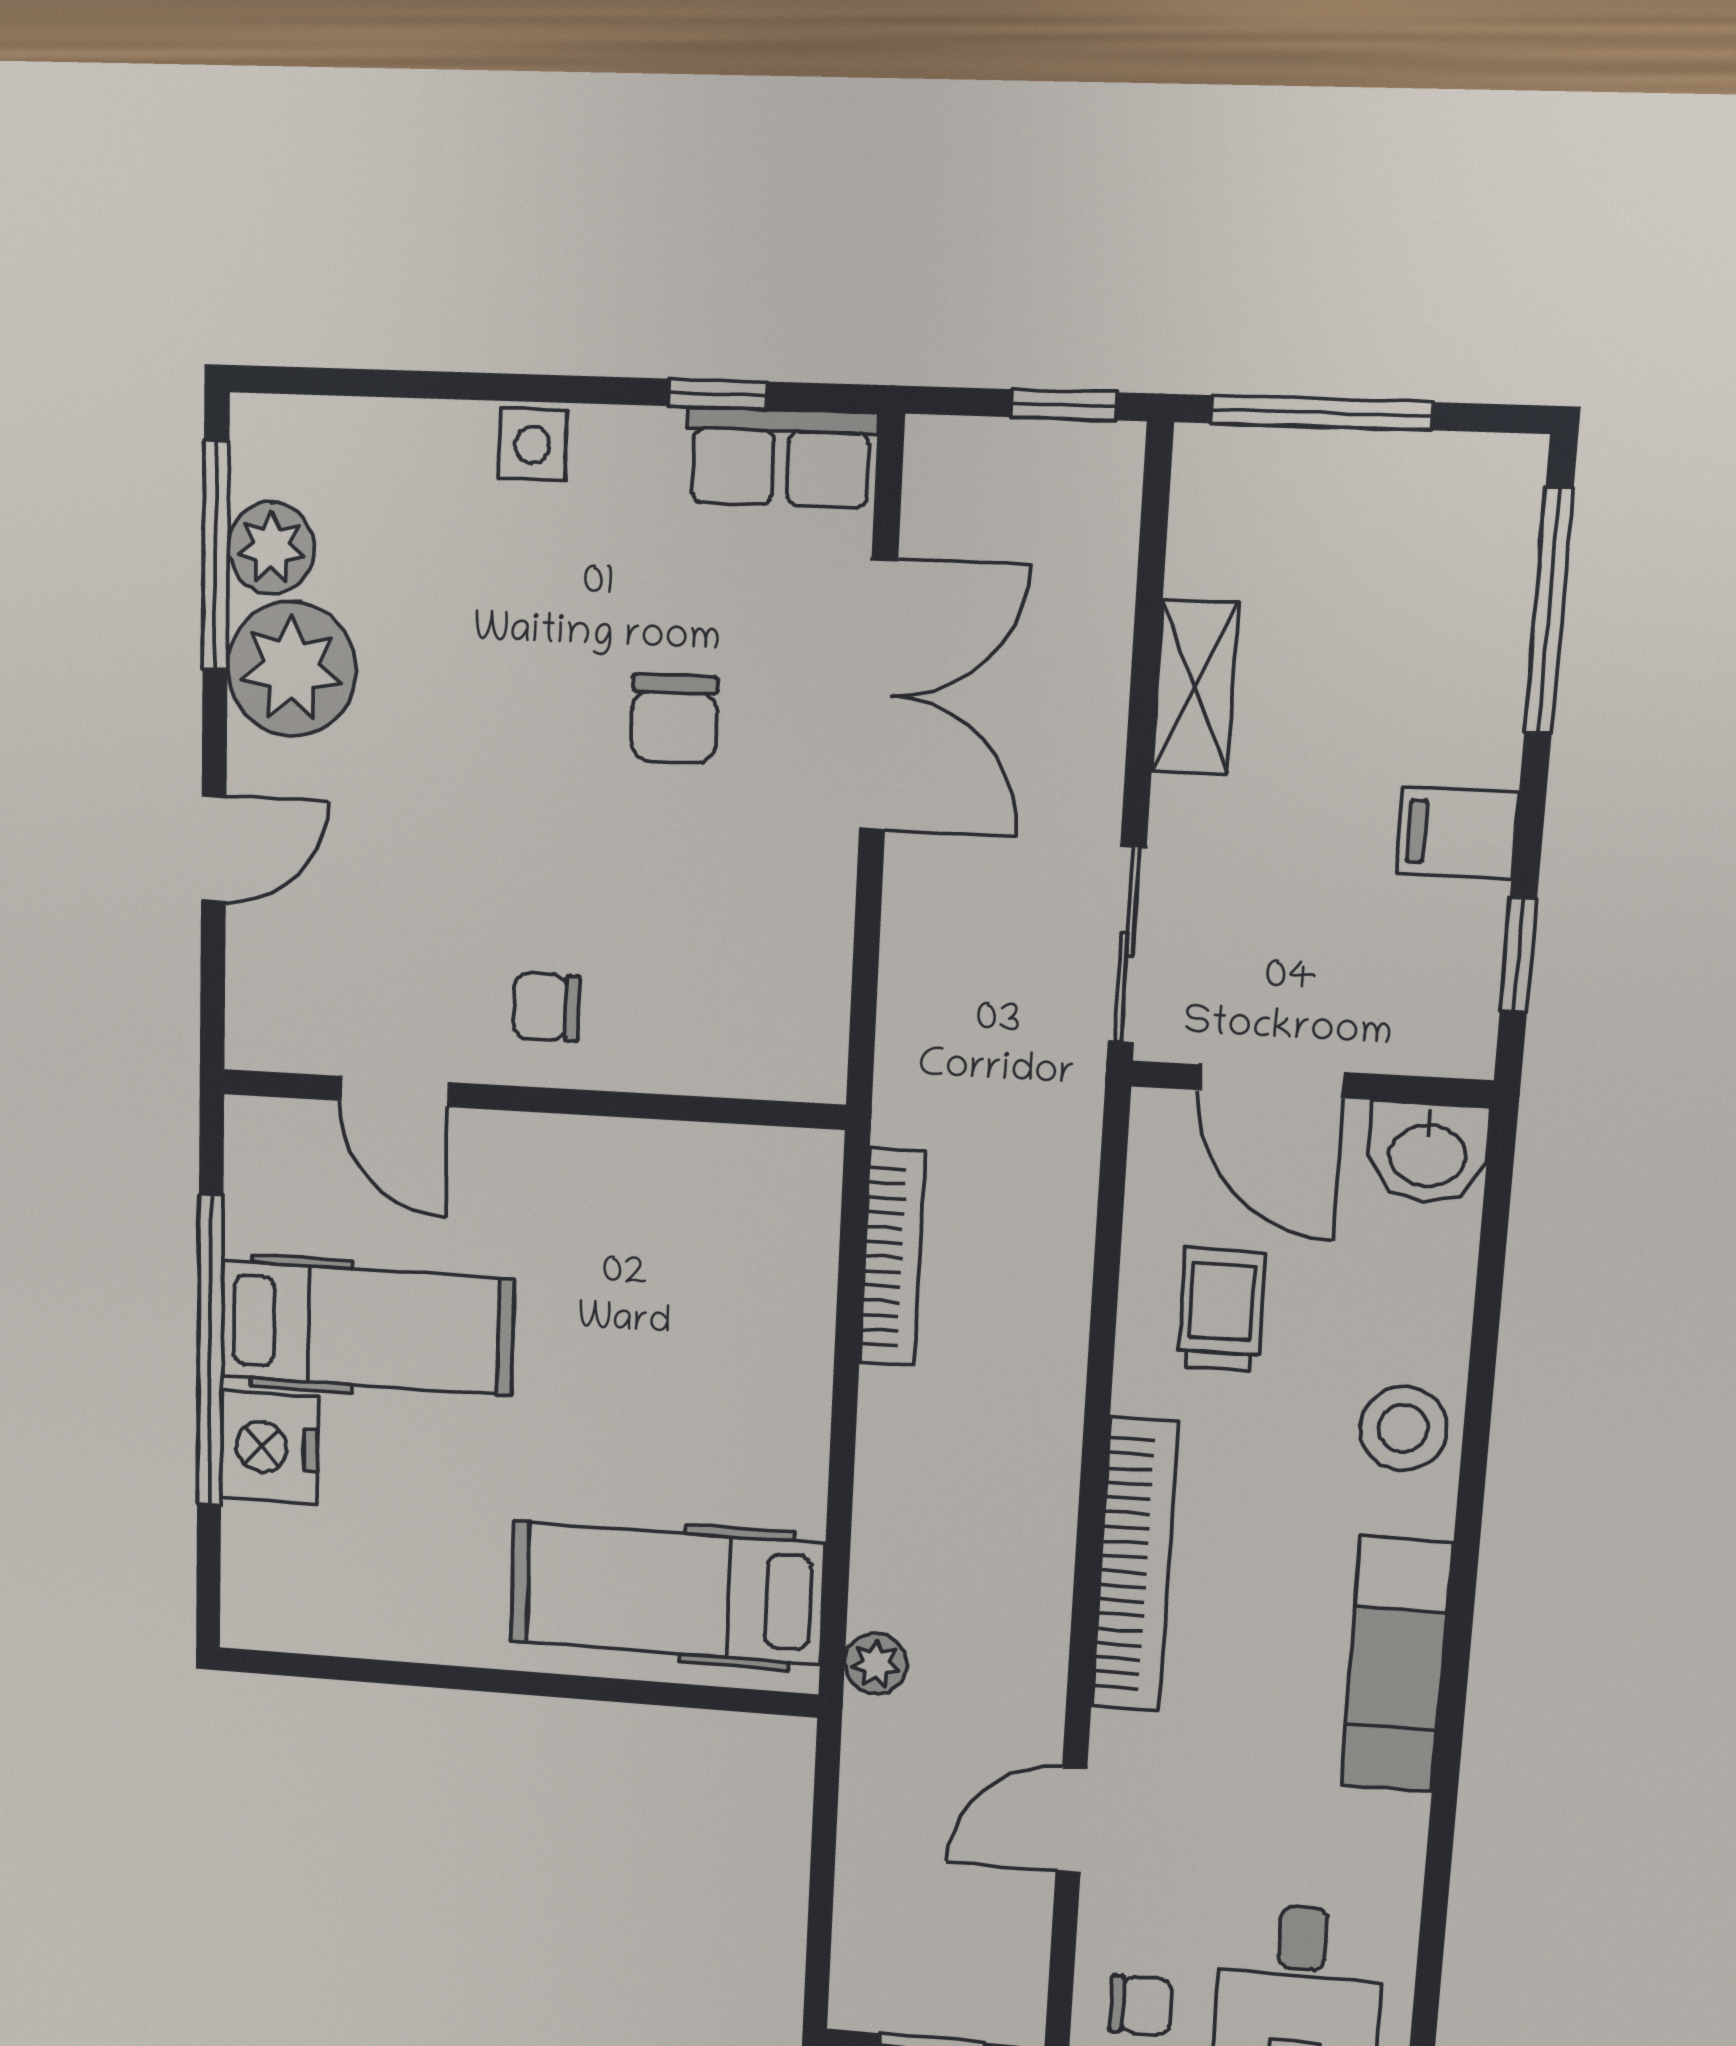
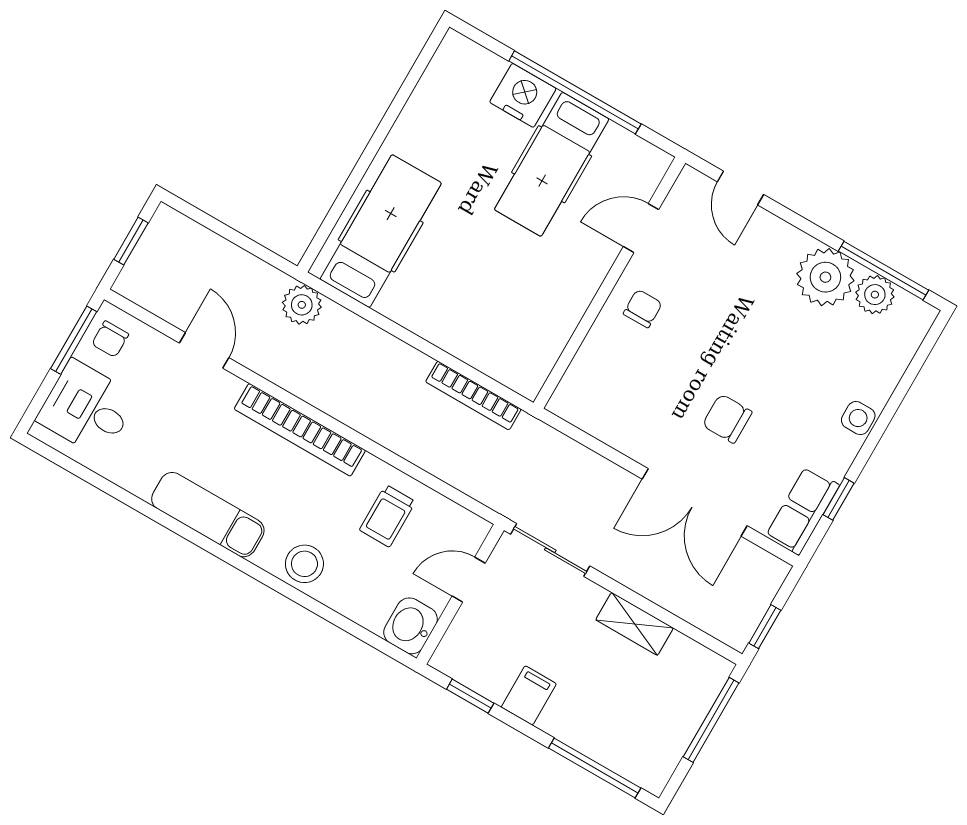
door: (214, 849) -> (741, 188), moved
door: (1272, 1081) -> (469, 580), width x0.73
trolley: (1221, 1310) -> (388, 516), turned 90
plant: (876, 1664) -> (302, 305), width x1.38, depth x1.38

